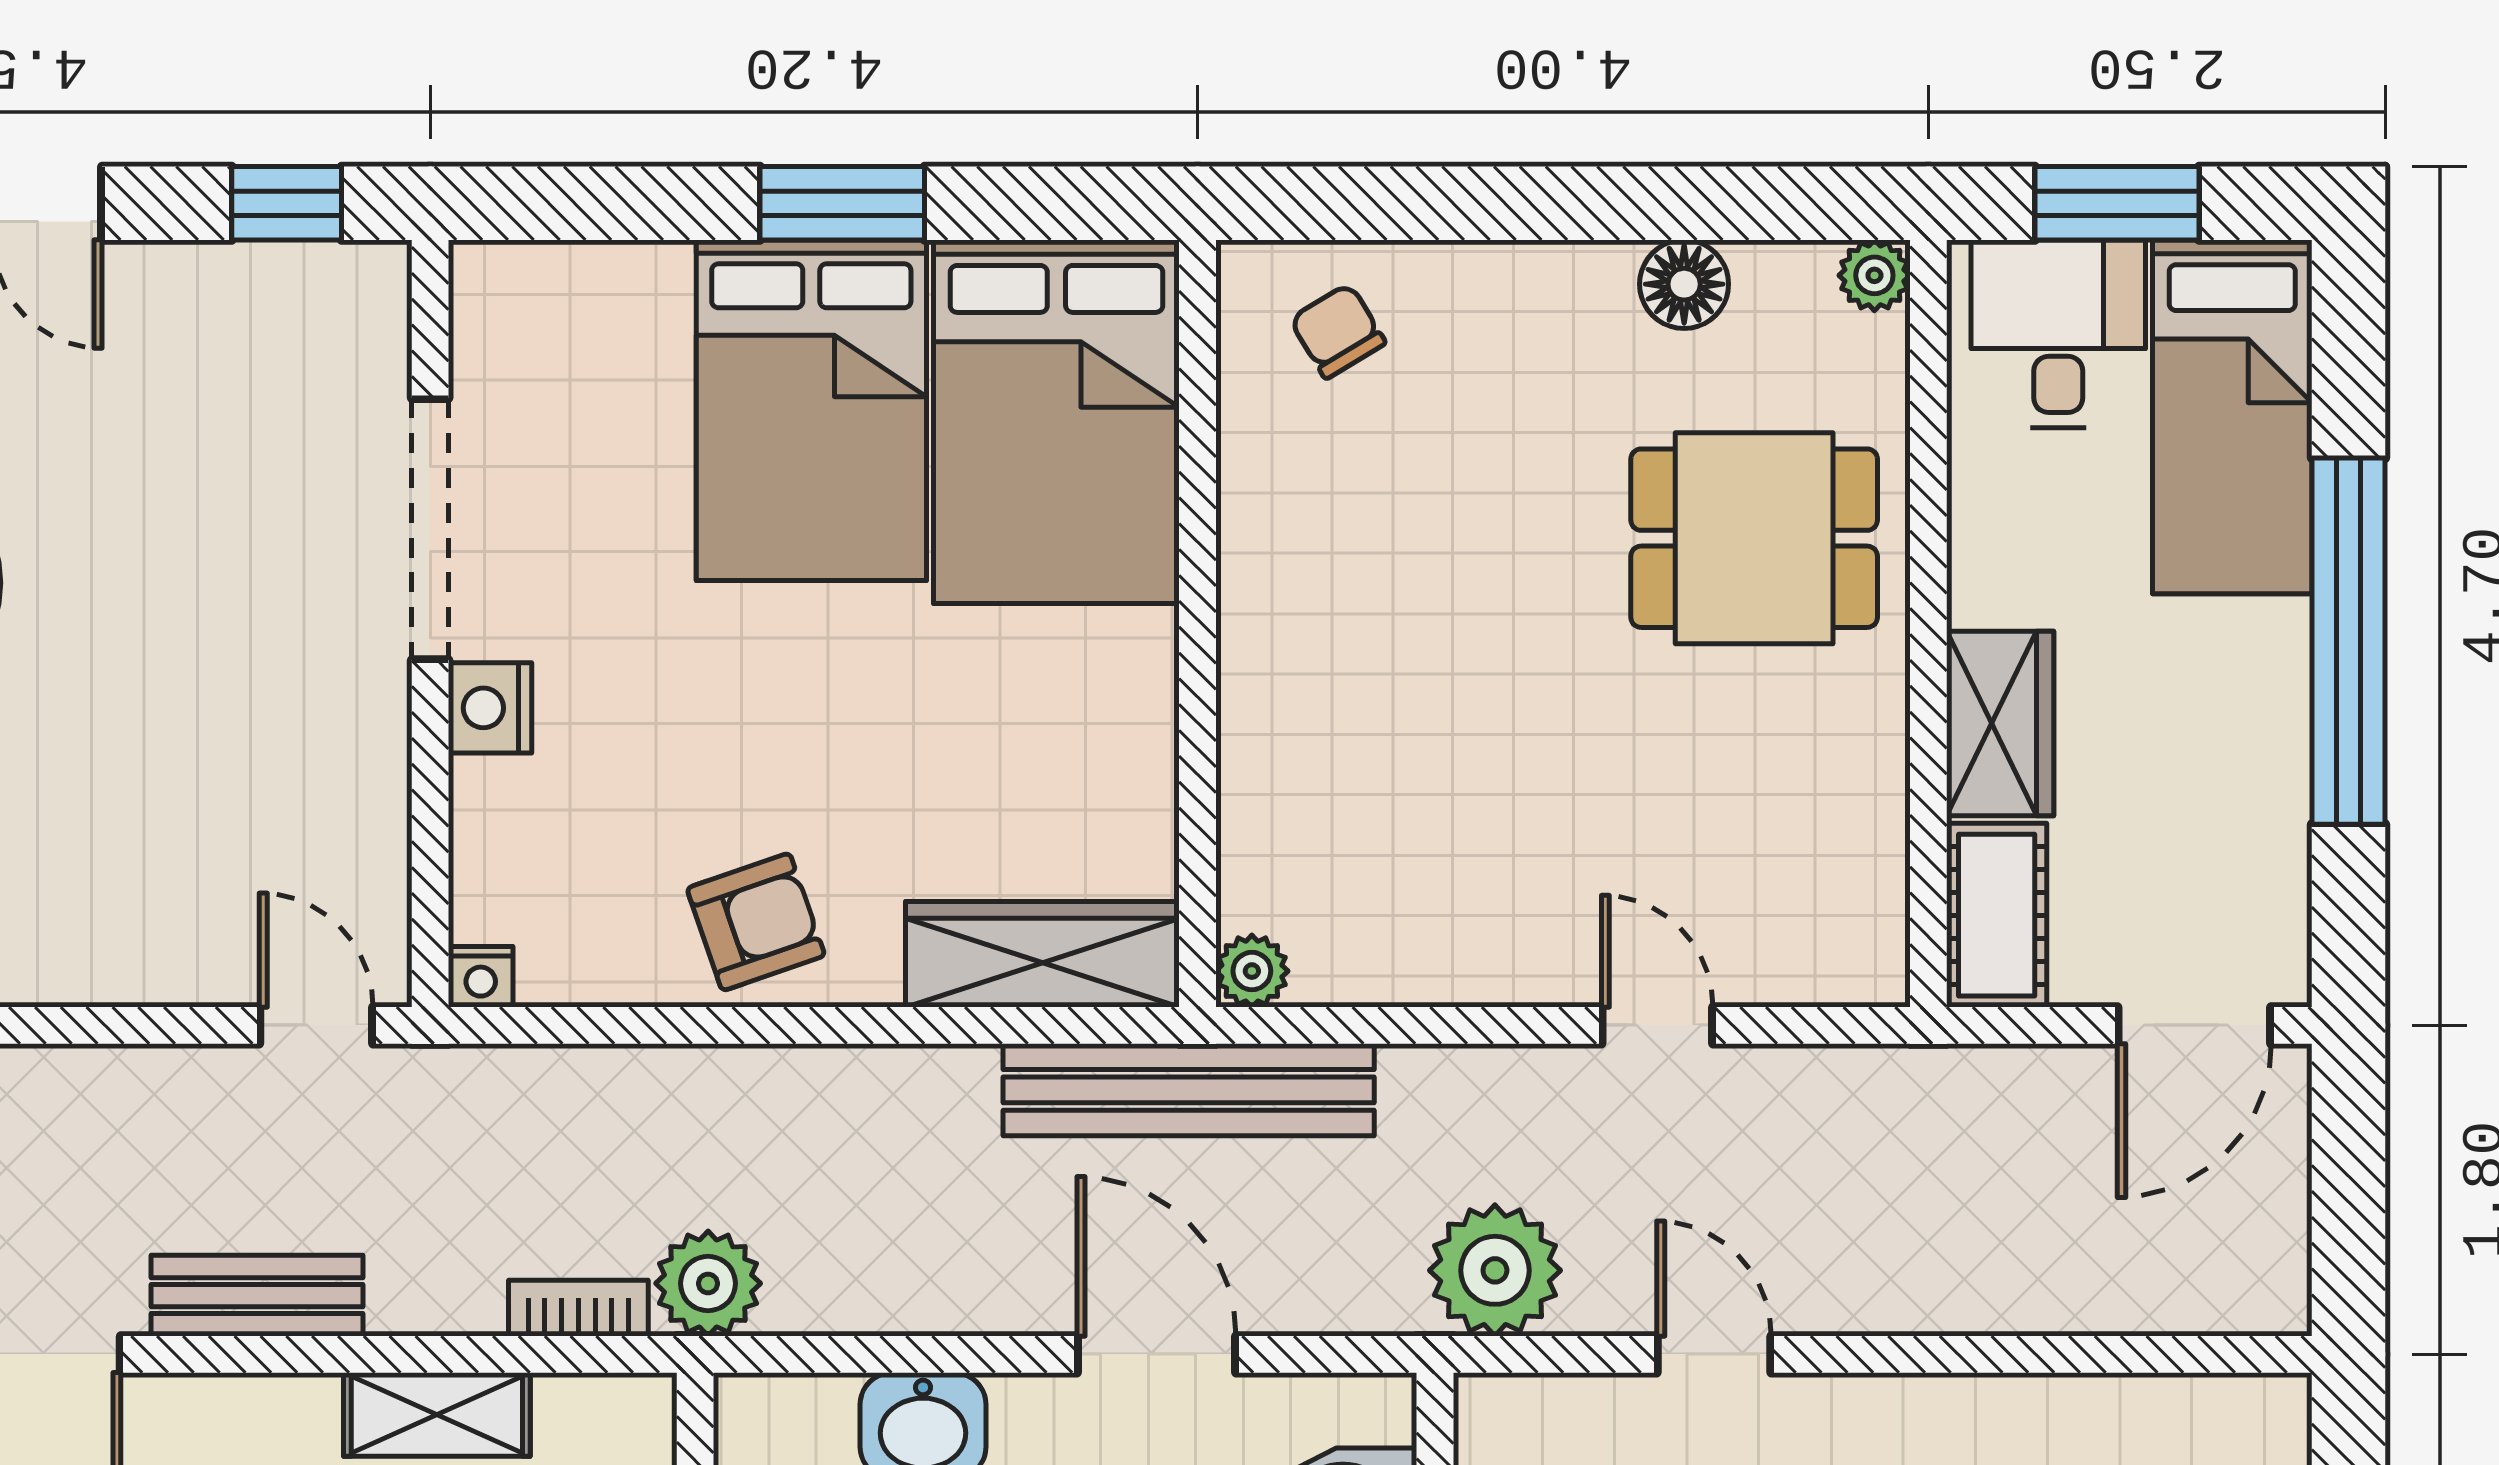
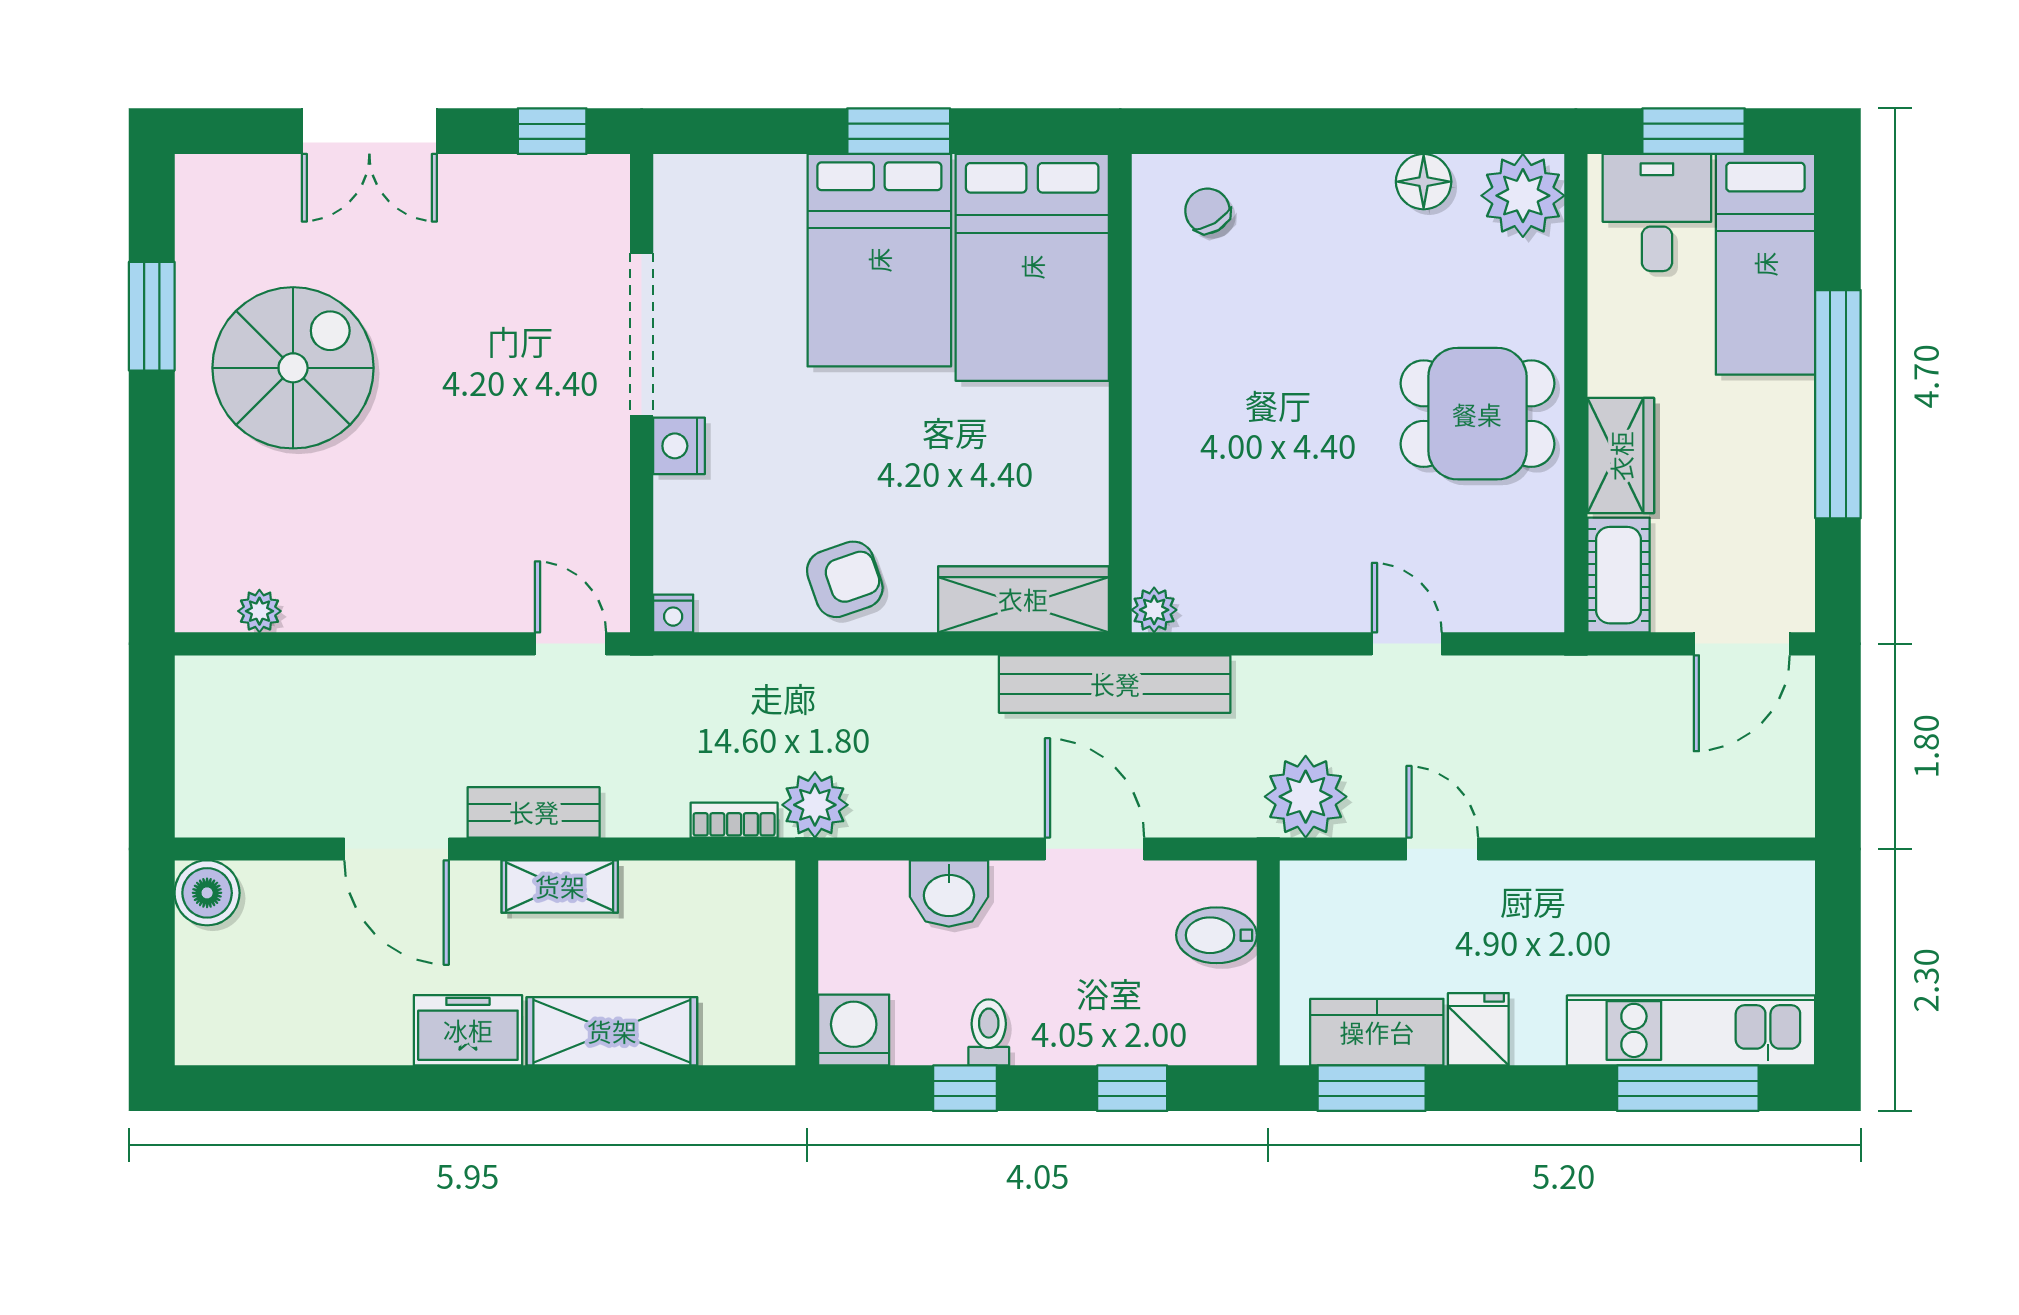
plant: (1874, 275) -> (1523, 196), width x1.88, depth x1.88
dining table: (1754, 538) -> (1477, 414), moved
shelving: (437, 1414) -> (560, 886), moved

